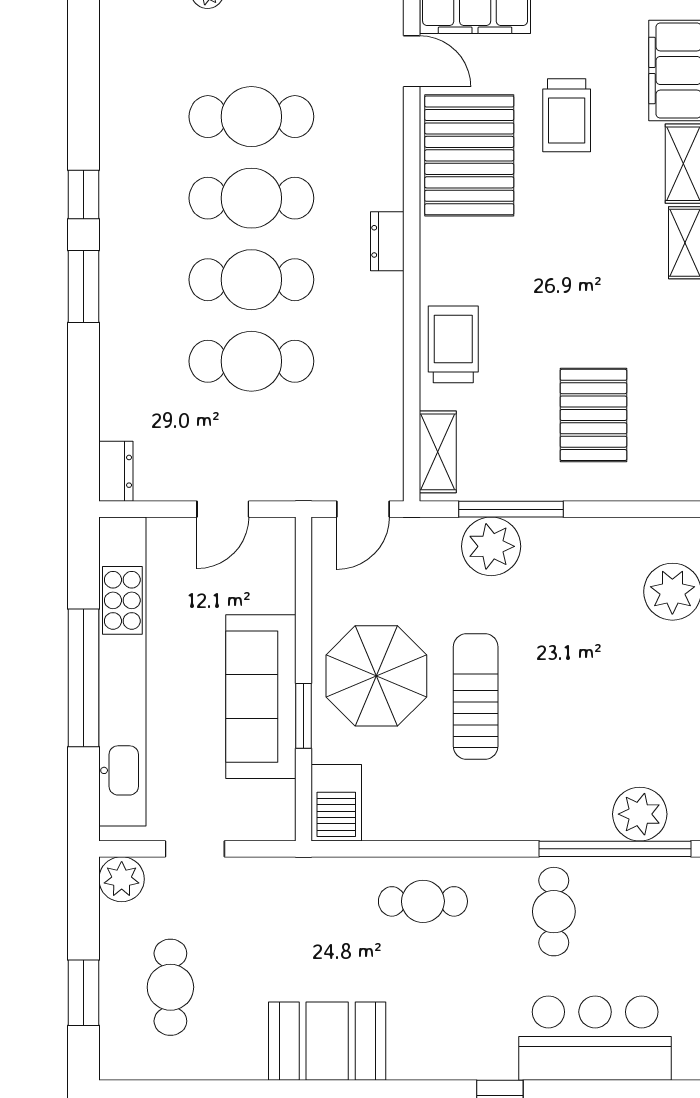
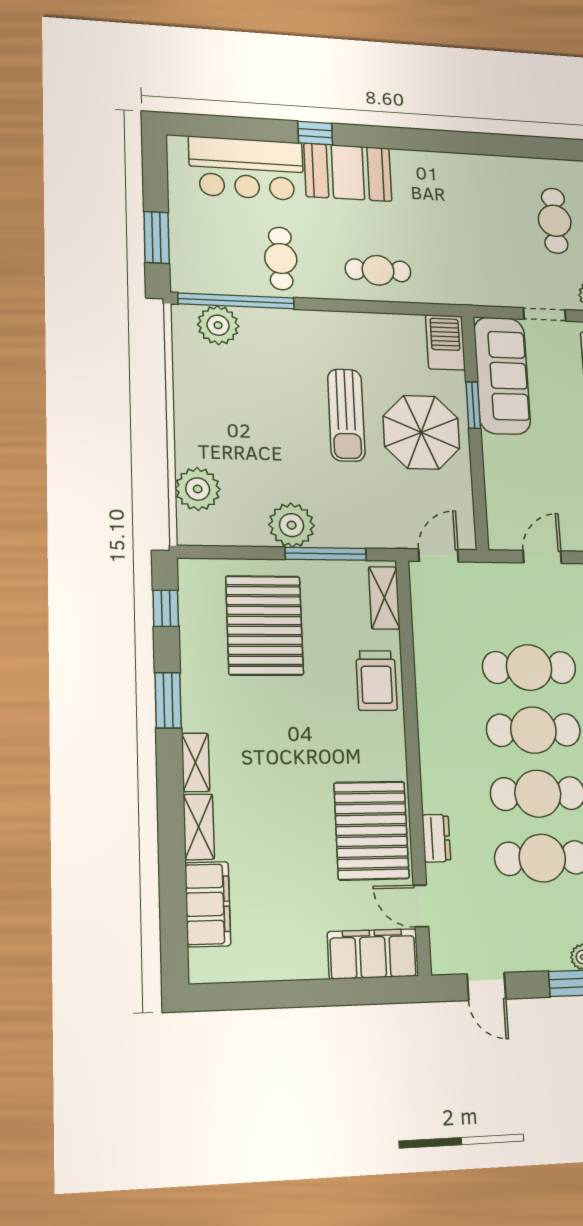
trolley: (567, 115) -> (295, 865), removed
dresser: (387, 241) -> (436, 838), moved
pallet: (593, 415) -> (265, 625), width x1.37, depth x1.41
plant: (491, 546) -> (292, 525), moved
sofa: (261, 697) -> (502, 376), moved
booth: (327, 1041) -> (348, 172), moved

